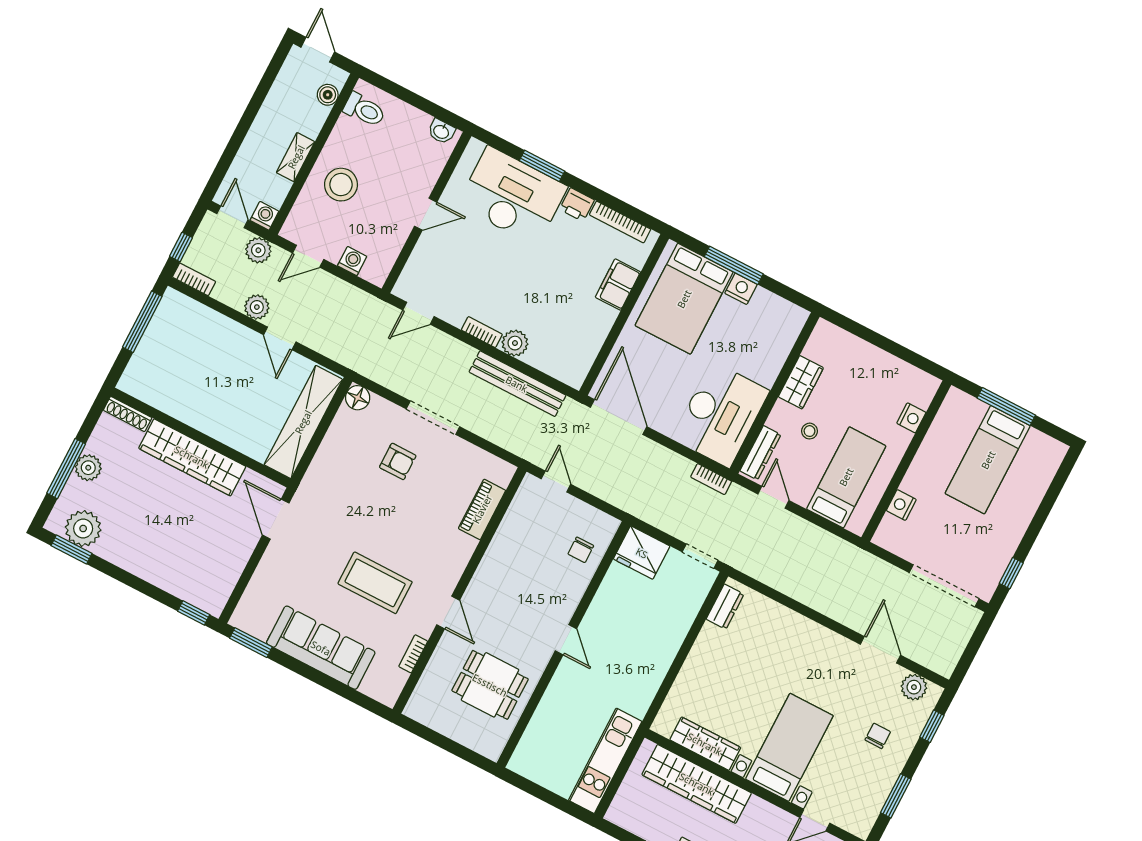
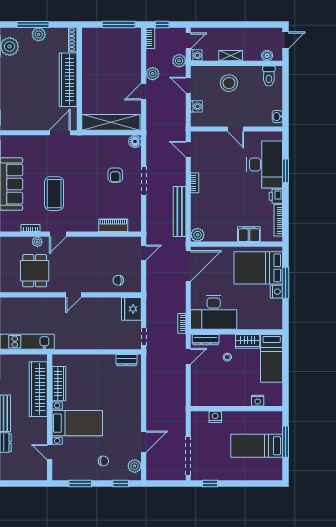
plant: (515, 343) -> (198, 235), moved
bed: (846, 477) -> (272, 358), moved, turned 90
plant: (443, 655) -> (37, 242), added

